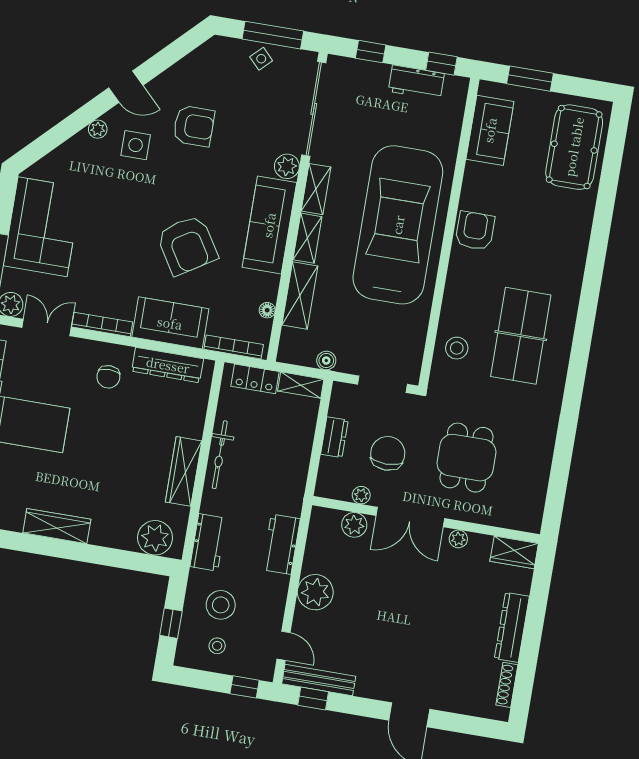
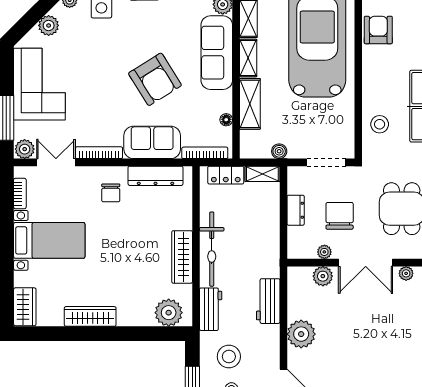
plant: (66, 156) -> (49, 25), added
bicycle: (220, 455) -> (212, 249), width x1.37, depth x1.40

